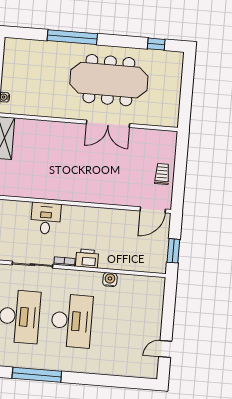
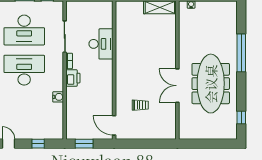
trolley: (162, 174) -> (140, 105), moved
desk: (46, 218) -> (101, 44), width x1.37
window: (168, 311) -> (38, 144), added
desk: (72, 321) -> (24, 70), turned 180

